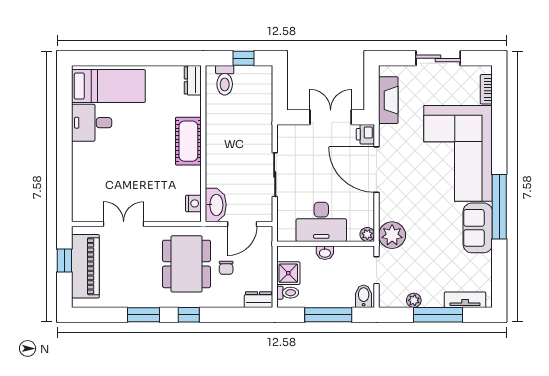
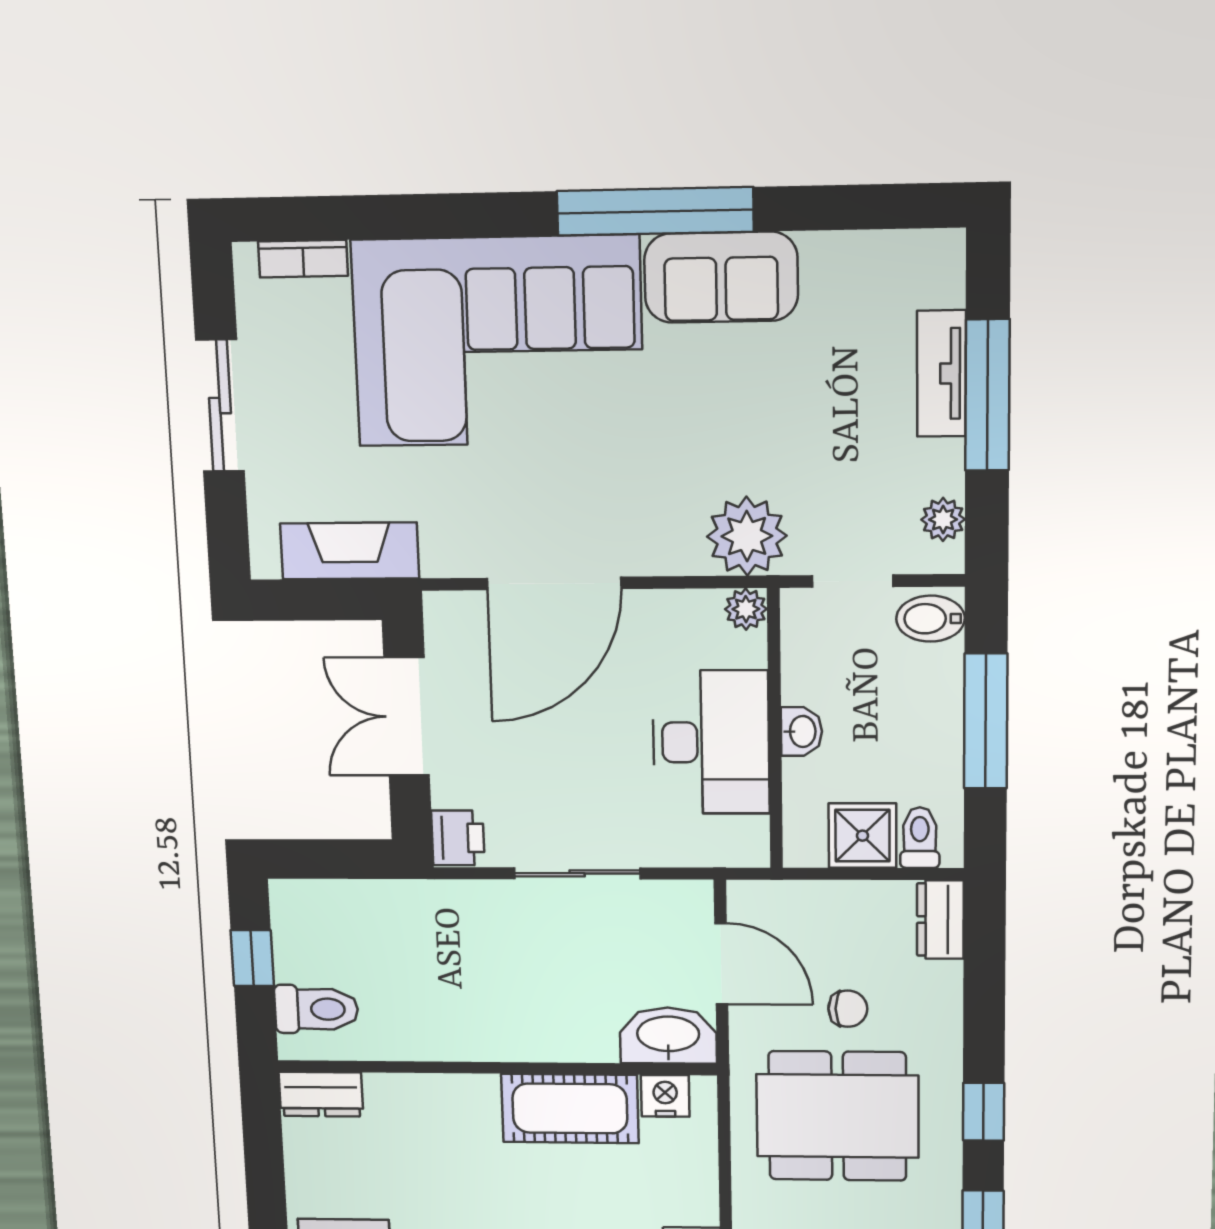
printer: (365, 134) -> (458, 838), moved, turned -90
cot: (188, 141) -> (570, 1108), moved
plant: (414, 300) -> (943, 519), moved
tv unit: (465, 300) -> (941, 374), moved

